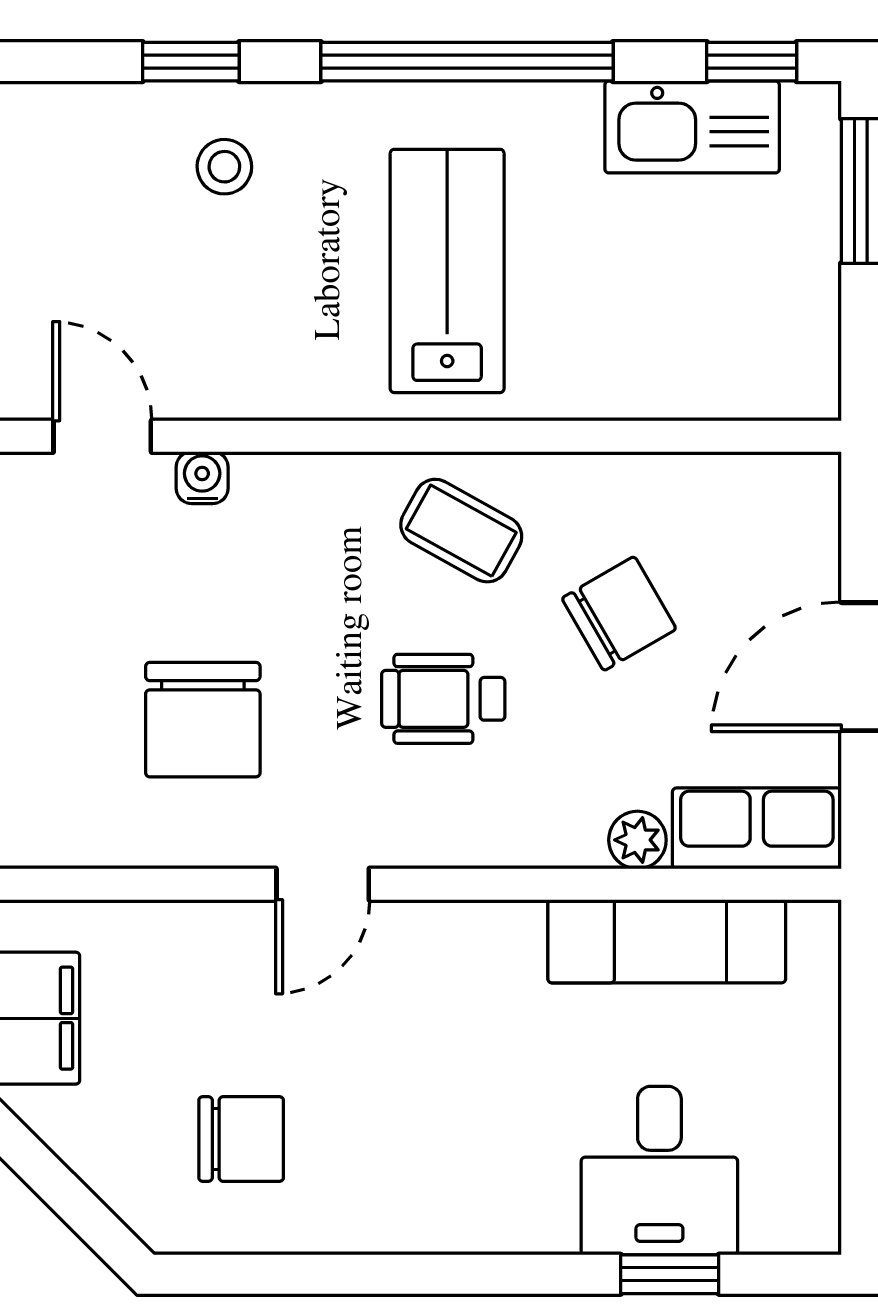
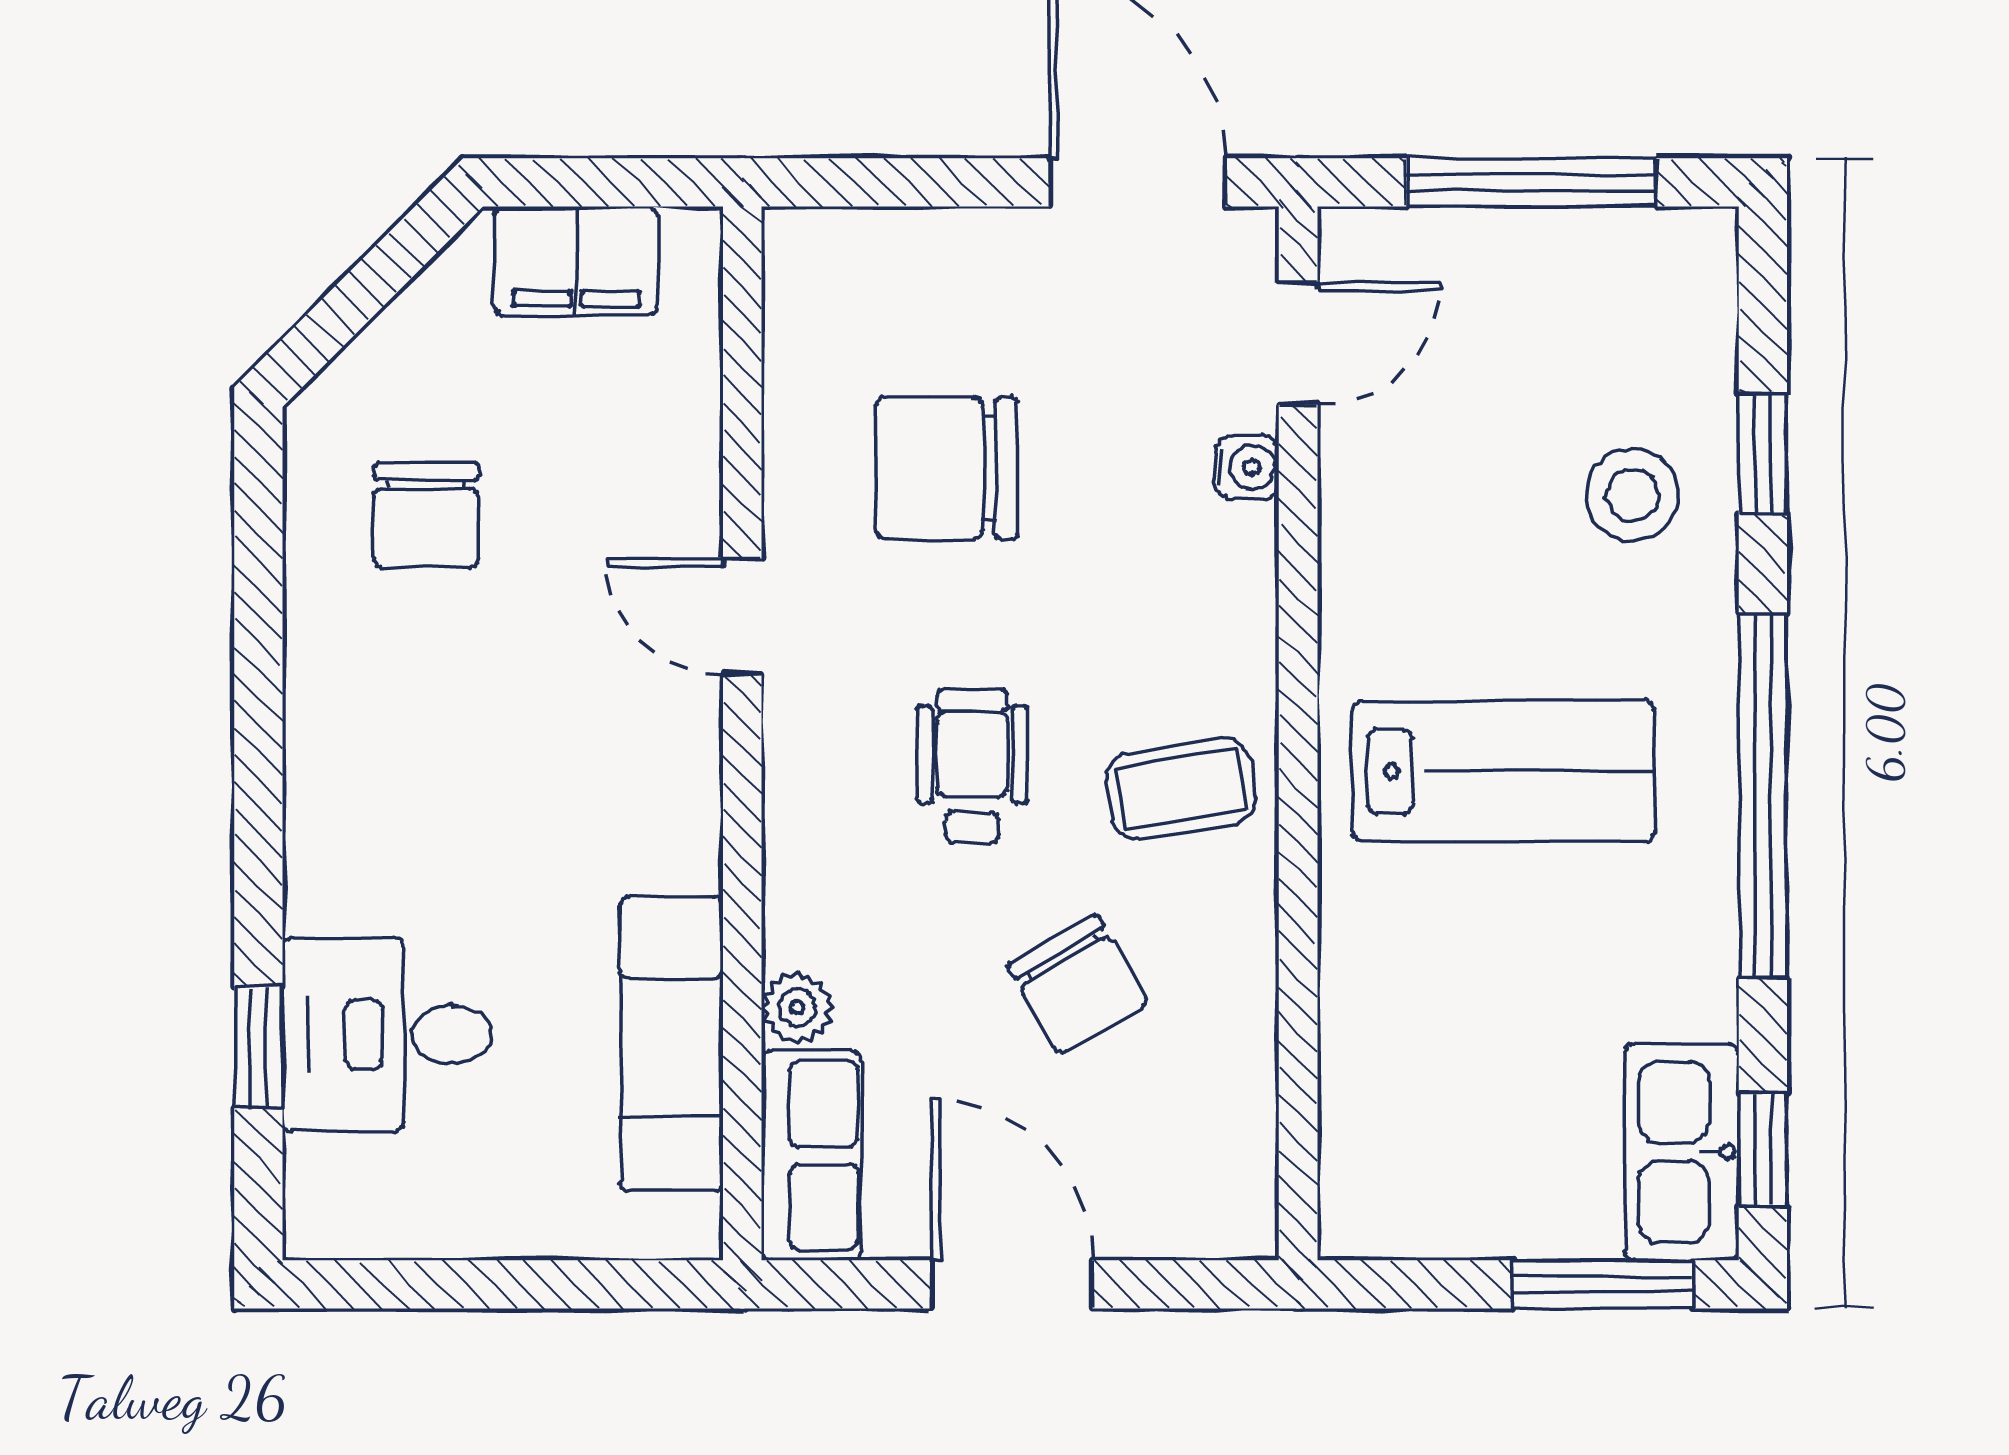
kitchen sink: (692, 127) -> (1682, 1152), moved
stool: (224, 167) -> (1633, 495), width x1.37, depth x1.37
coffee table: (461, 531) -> (1181, 789), turned 52

